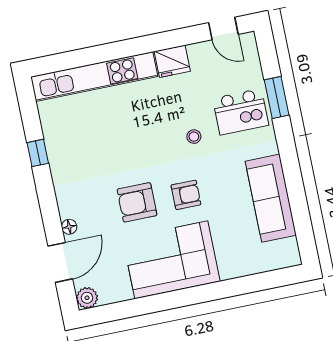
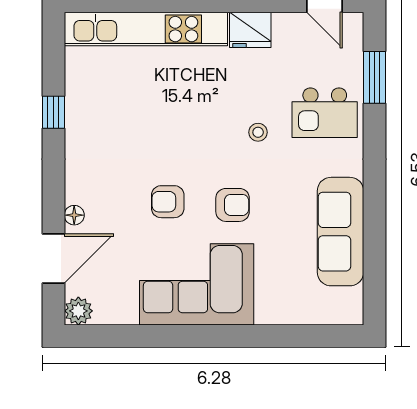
window: (277, 97) -> (375, 77), moved
armchair: (137, 202) -> (168, 202), width x0.72, depth x0.72

